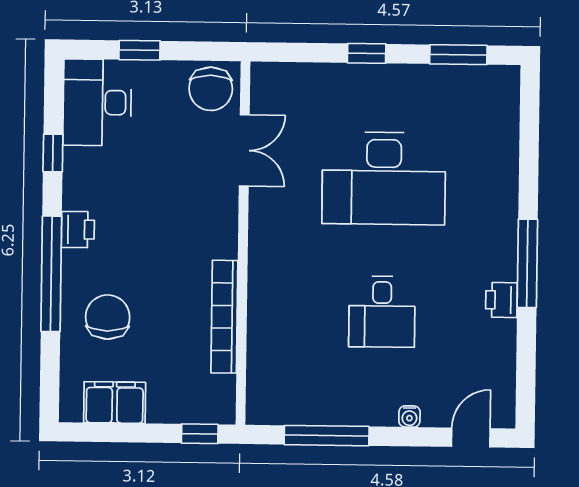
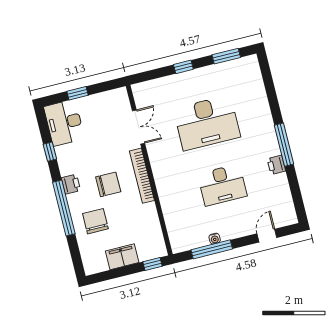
chair: (211, 89) -> (108, 184), moved, turned -90
desk: (382, 312) -> (222, 185), width x1.37
bookcase: (224, 317) -> (142, 176), moved
filing cabinet: (115, 402) -> (122, 257), moved
water cooler: (409, 416) -> (215, 239), moved
door: (471, 438) -> (267, 236), moved

